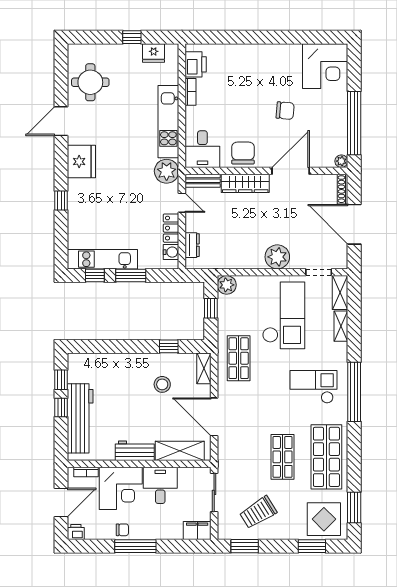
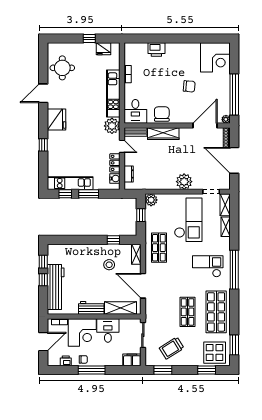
printer: (196, 64) -> (156, 50), moved, turned 90
door: (291, 171) -> (205, 126), moved
printer: (76, 532) -> (66, 361), moved

